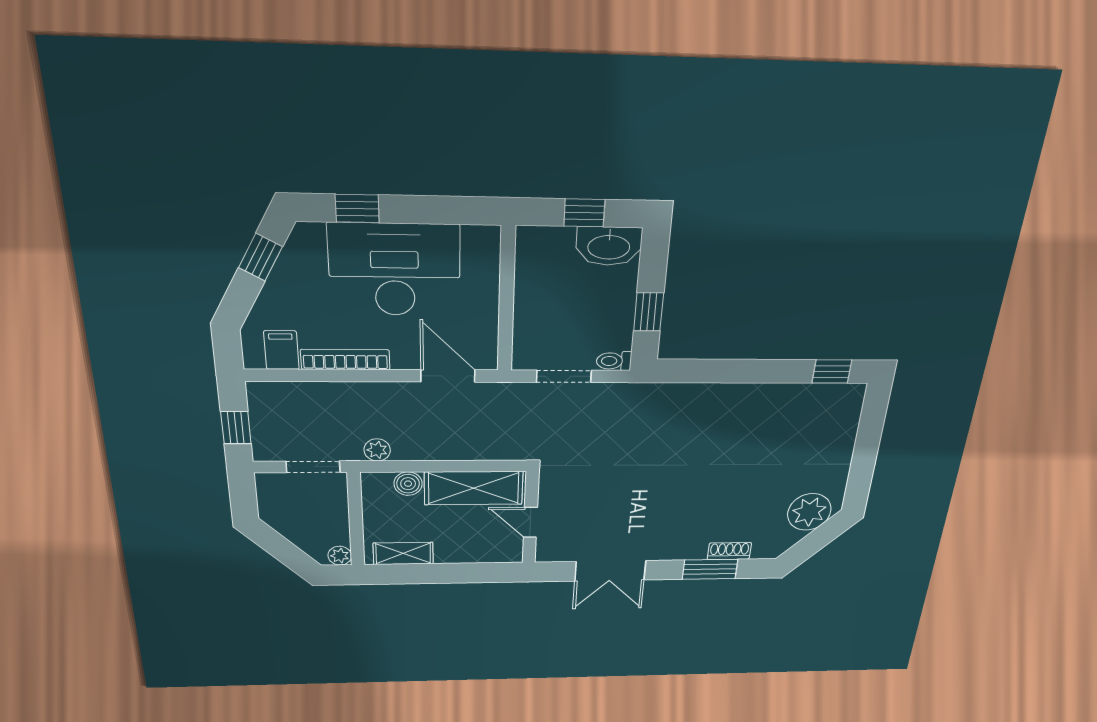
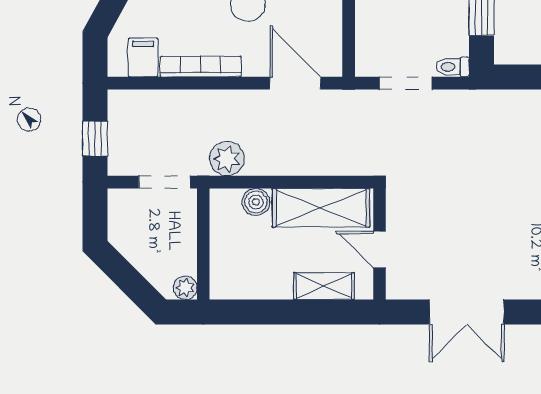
plant: (377, 450) -> (227, 159), width x1.38, depth x1.38
shelving: (403, 553) -> (324, 286), moved

